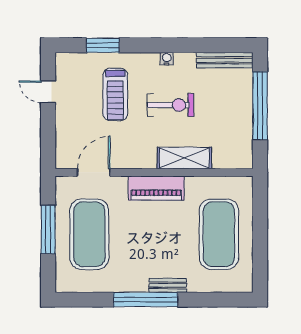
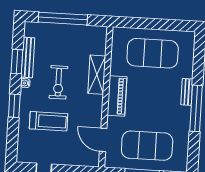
window: (103, 45) -> (14, 106), moved
window: (196, 45) -> (17, 62), added
bench: (225, 60) -> (28, 57), moved
exercise bike: (171, 105) -> (58, 82), turned 180

